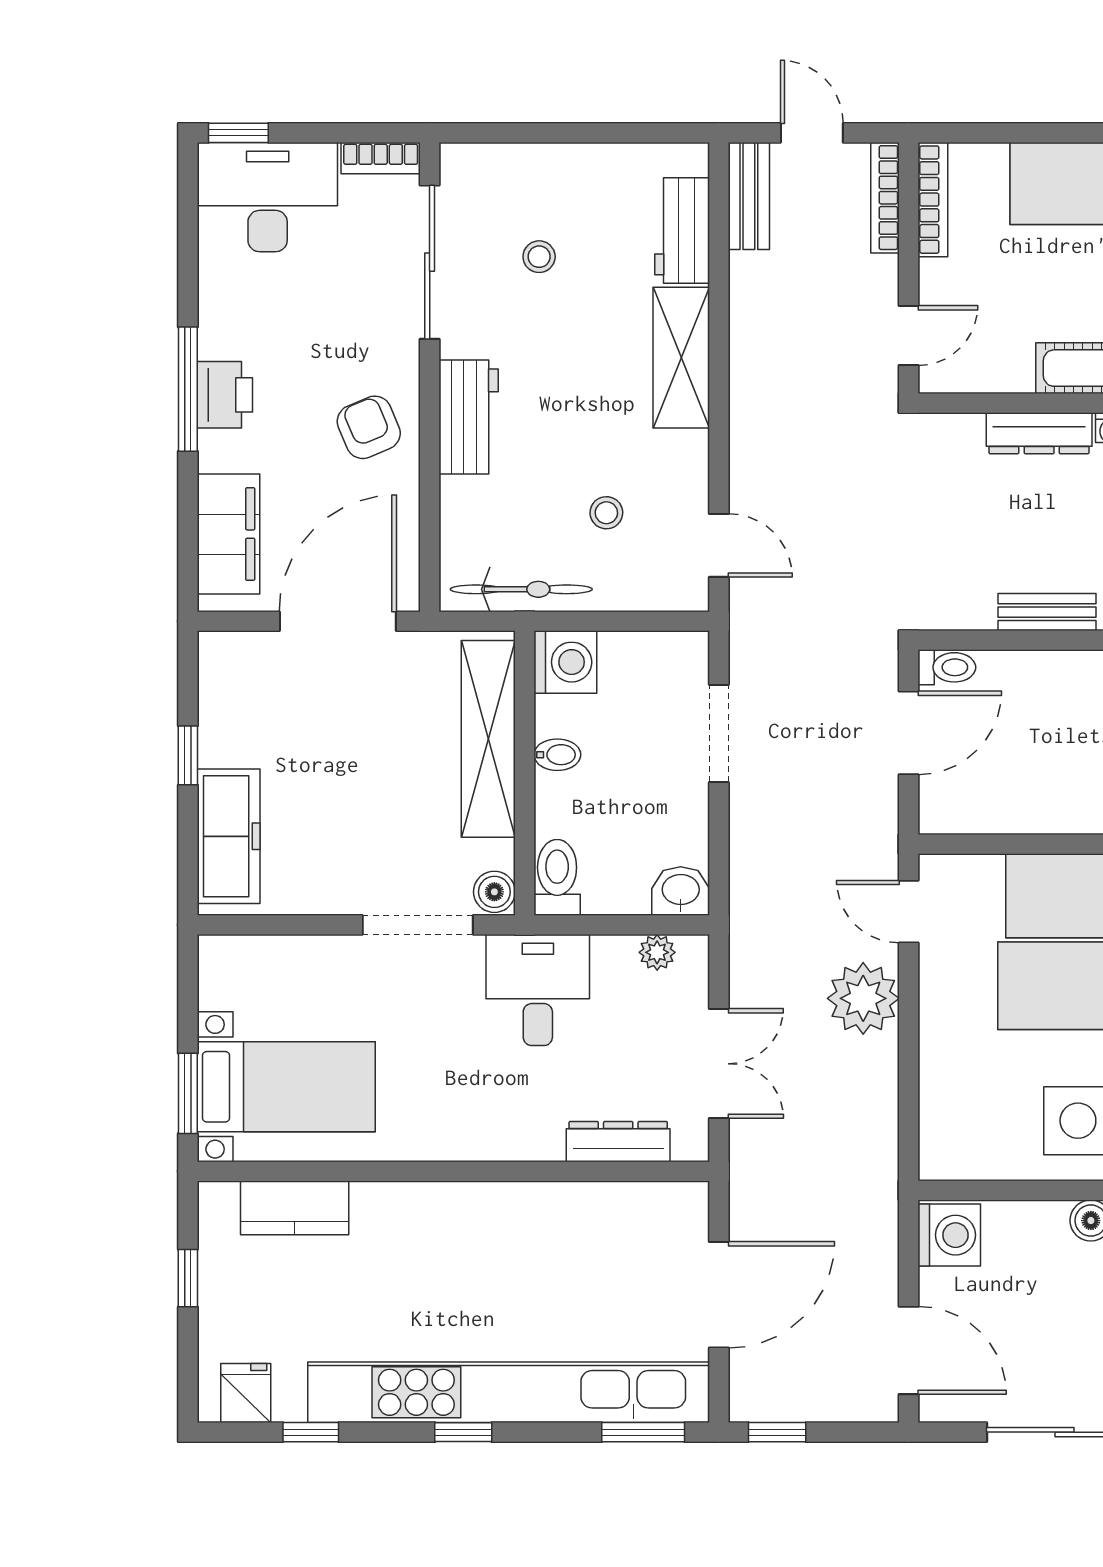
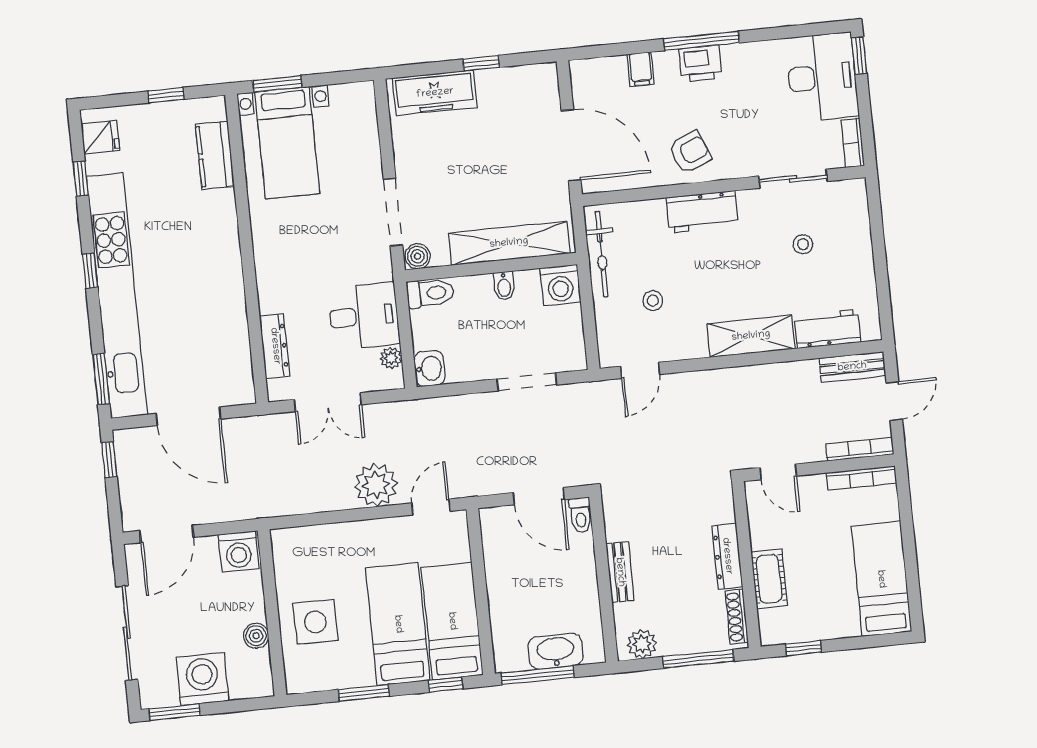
sliding door: (430, 262) -> (793, 179), width x0.73
filing cabinet: (228, 534) -> (641, 69), width x0.33, depth x0.86
desk: (538, 990) -> (364, 316), moved

